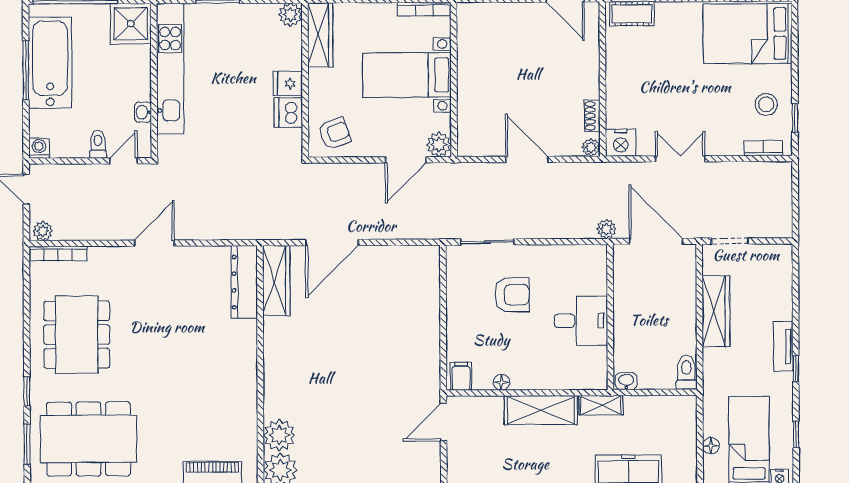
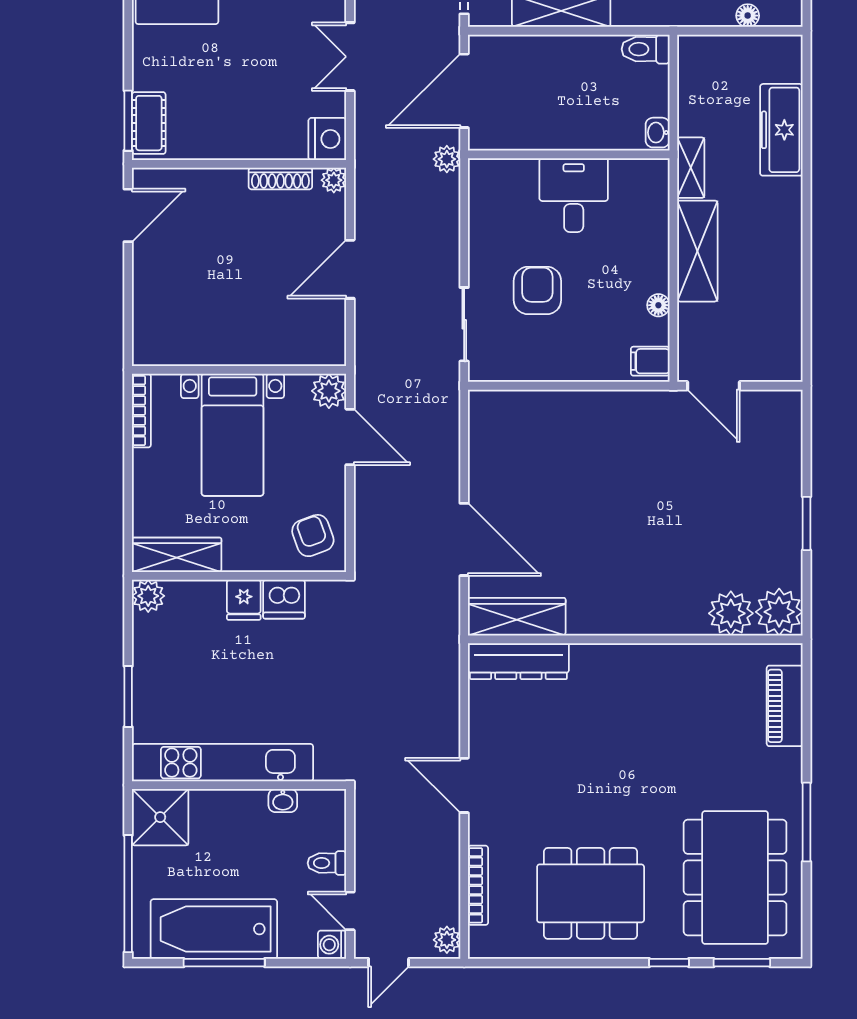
shoe rack: (592, 116) -> (280, 178), width x1.43
door: (123, 161) -> (350, 911), moved
bookcase: (58, 254) -> (478, 885), moved

